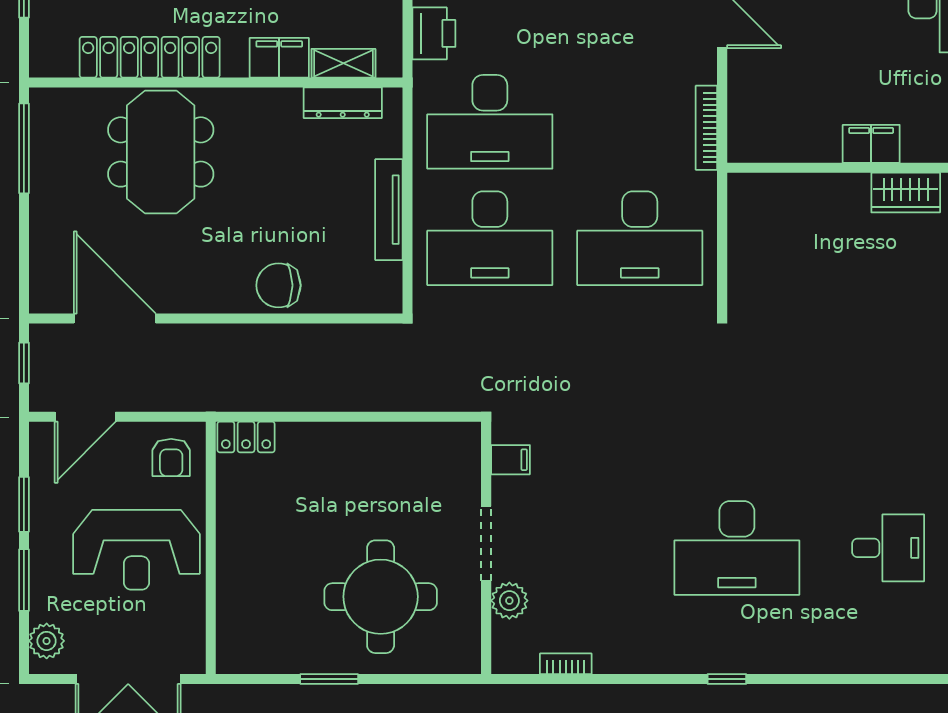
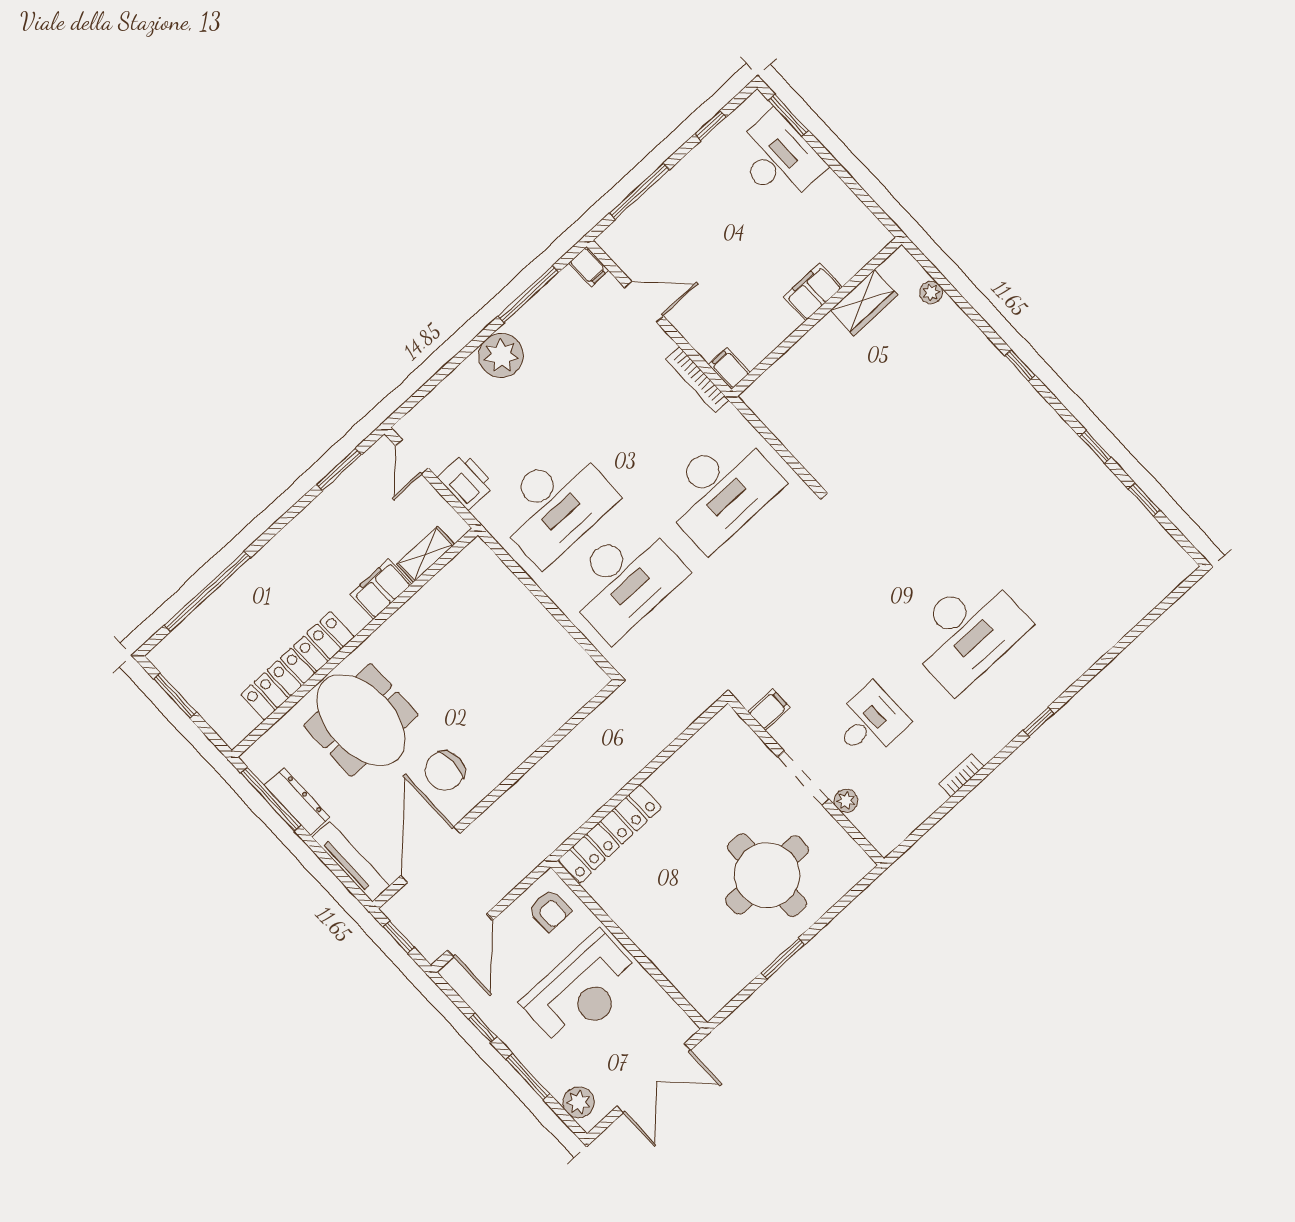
dresser: (343, 103) -> (297, 801), moved, turned -90
filing cabinet: (742, 143) -> (729, 369), added
tv unit: (389, 210) -> (351, 862), moved, turned 180
chair: (278, 285) -> (445, 771), moved
door: (115, 318) -> (431, 854), hinge flipped
locker: (246, 437) -> (610, 834), width x2.16, depth x1.21
window: (24, 504) -> (483, 1028), width x0.67
desk: (888, 548) -> (870, 722), moved
plant: (509, 601) -> (846, 801), width x0.73, depth x0.73
bookcase: (566, 664) -> (961, 775), moved

